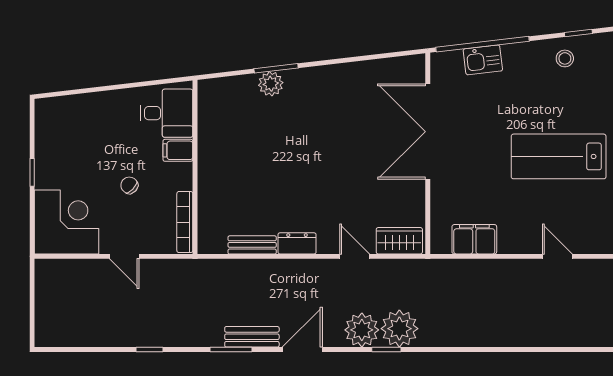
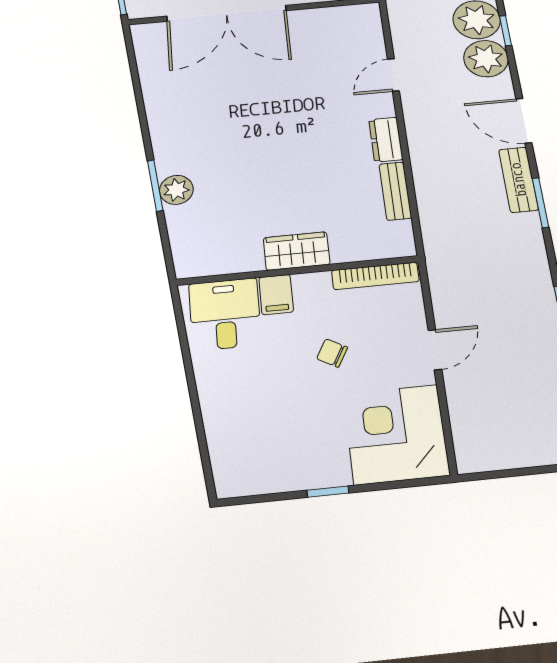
chair: (129, 185) -> (332, 353), turned 75
wardrobe: (399, 241) -> (297, 251), moved, turned 90

